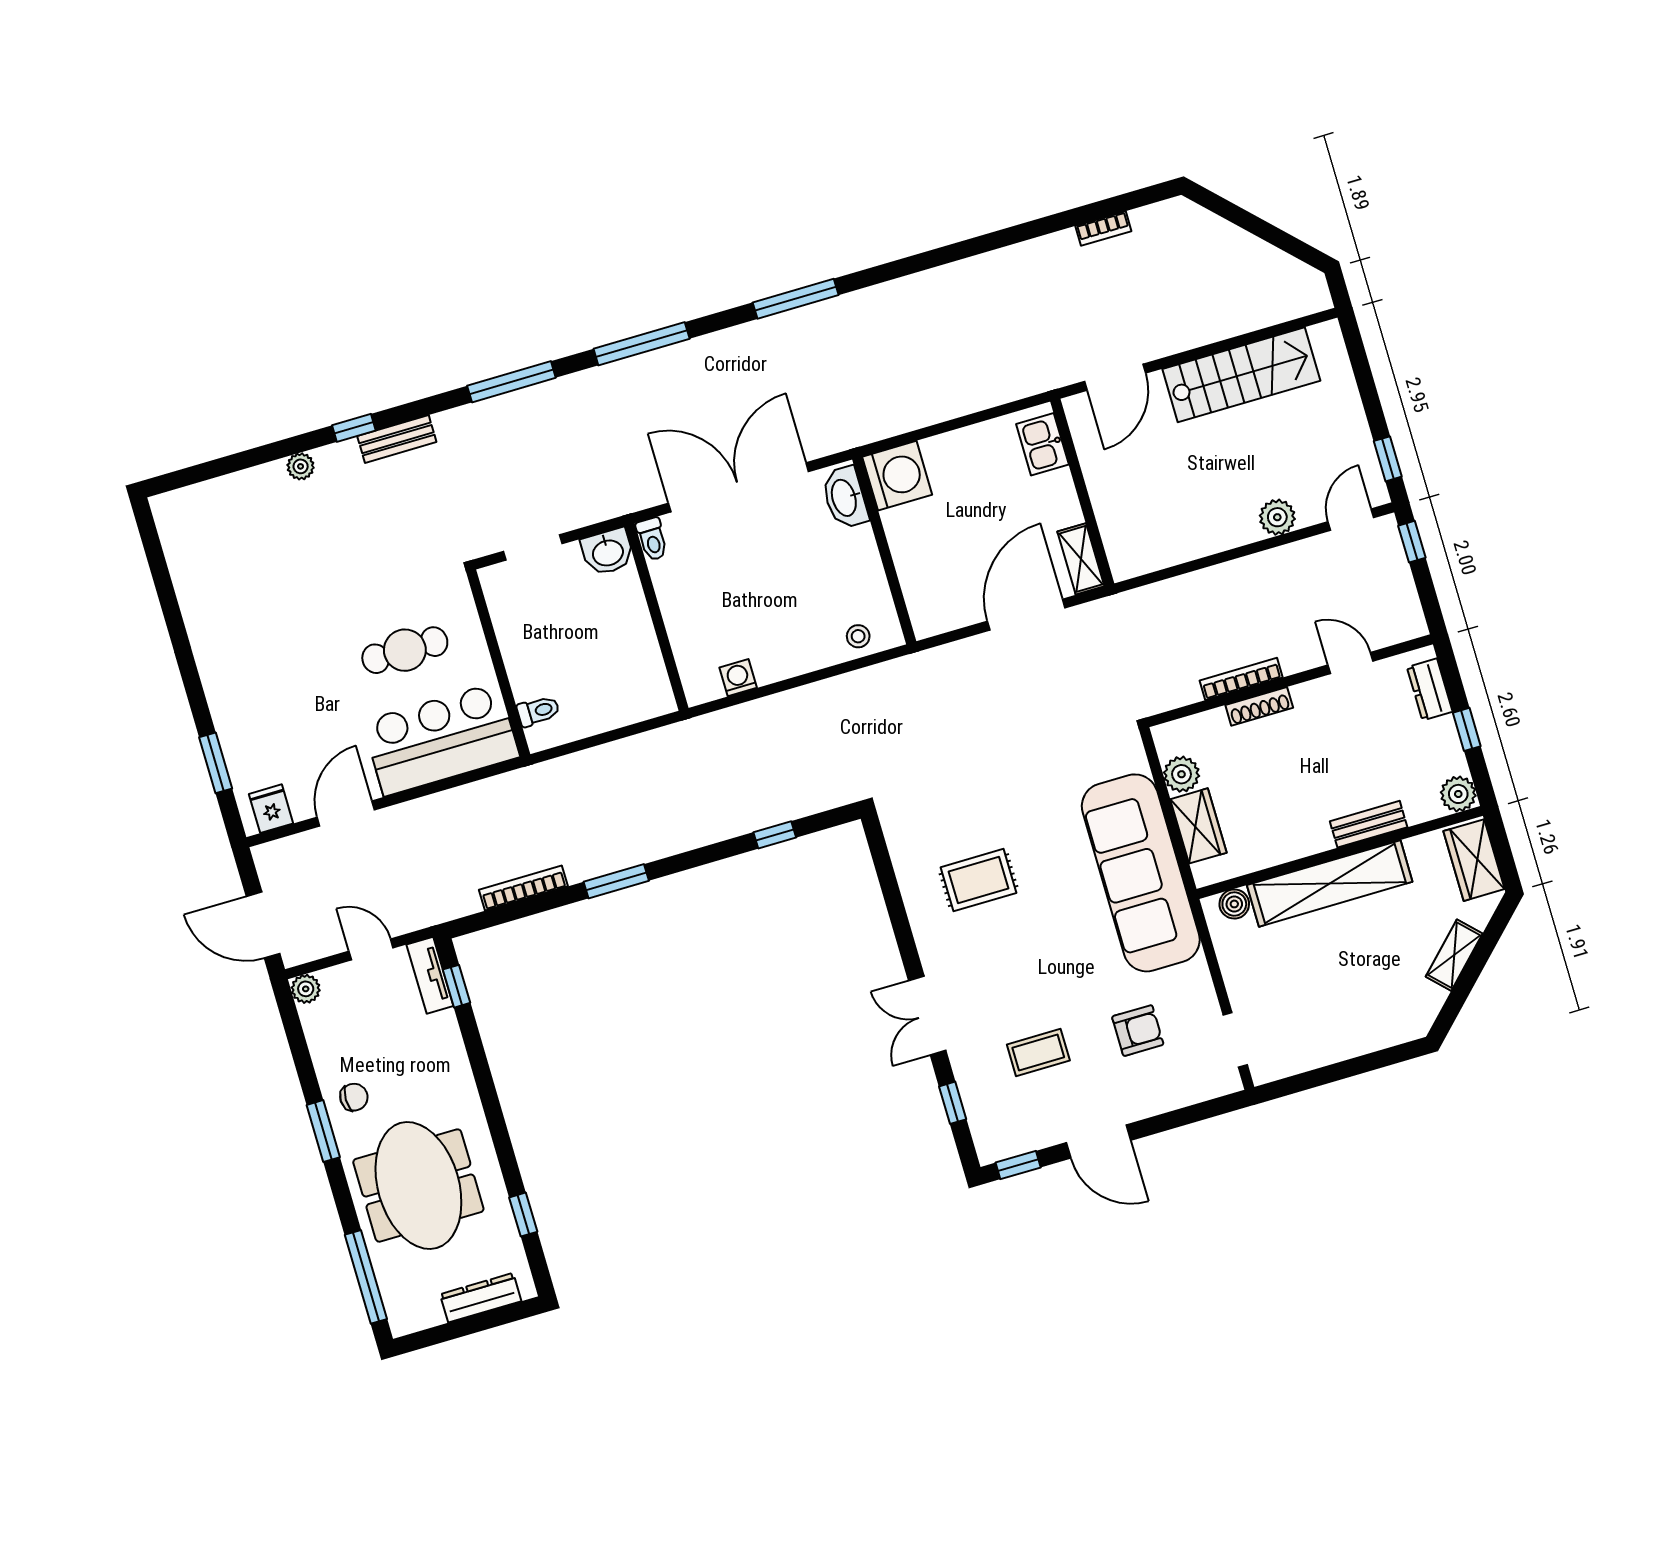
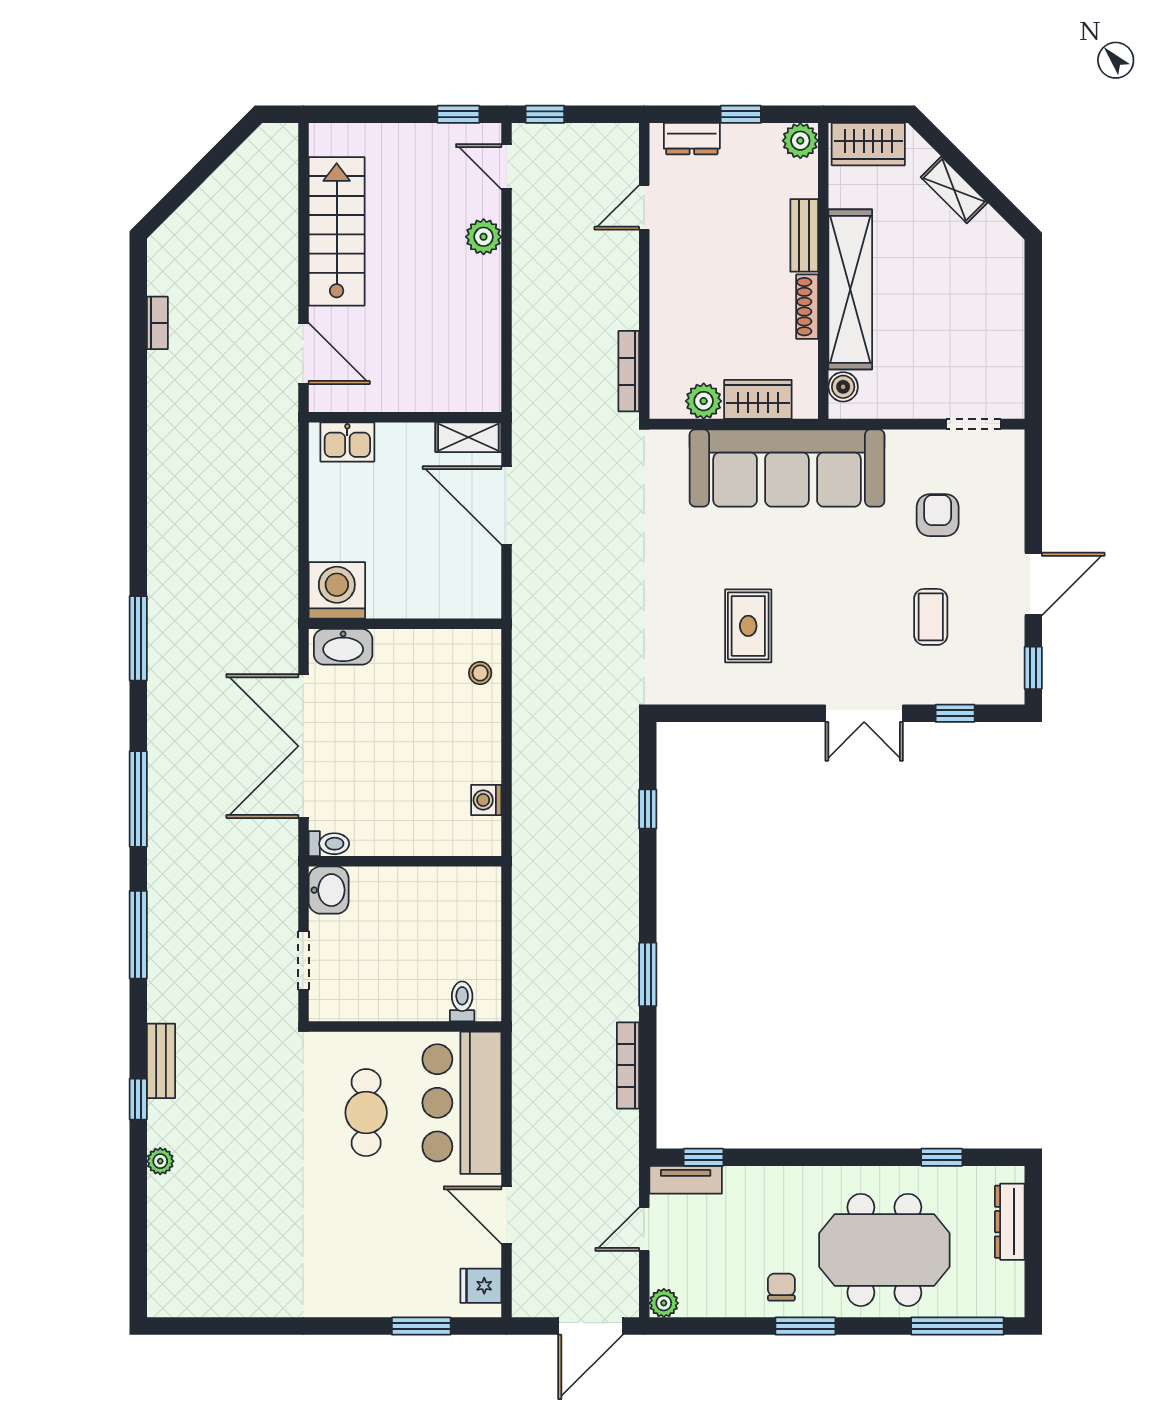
bookcase: (1241, 679) -> (629, 371), moved
shoe rack: (1259, 706) -> (807, 307), moved, turned 180

